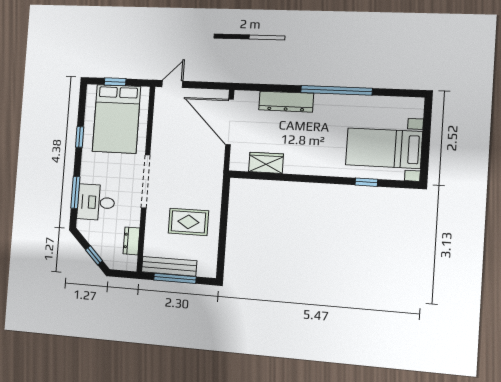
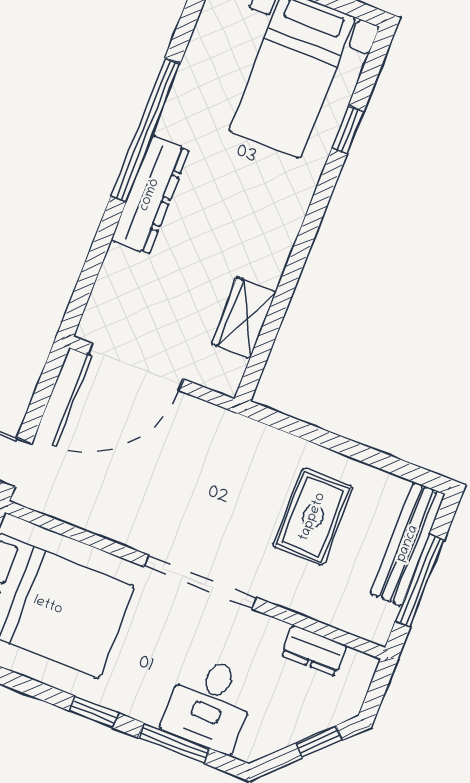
dresser: (286, 102) -> (150, 195), moved
window: (80, 137) -> (94, 712), moved
bench: (169, 266) -> (408, 544), moved

